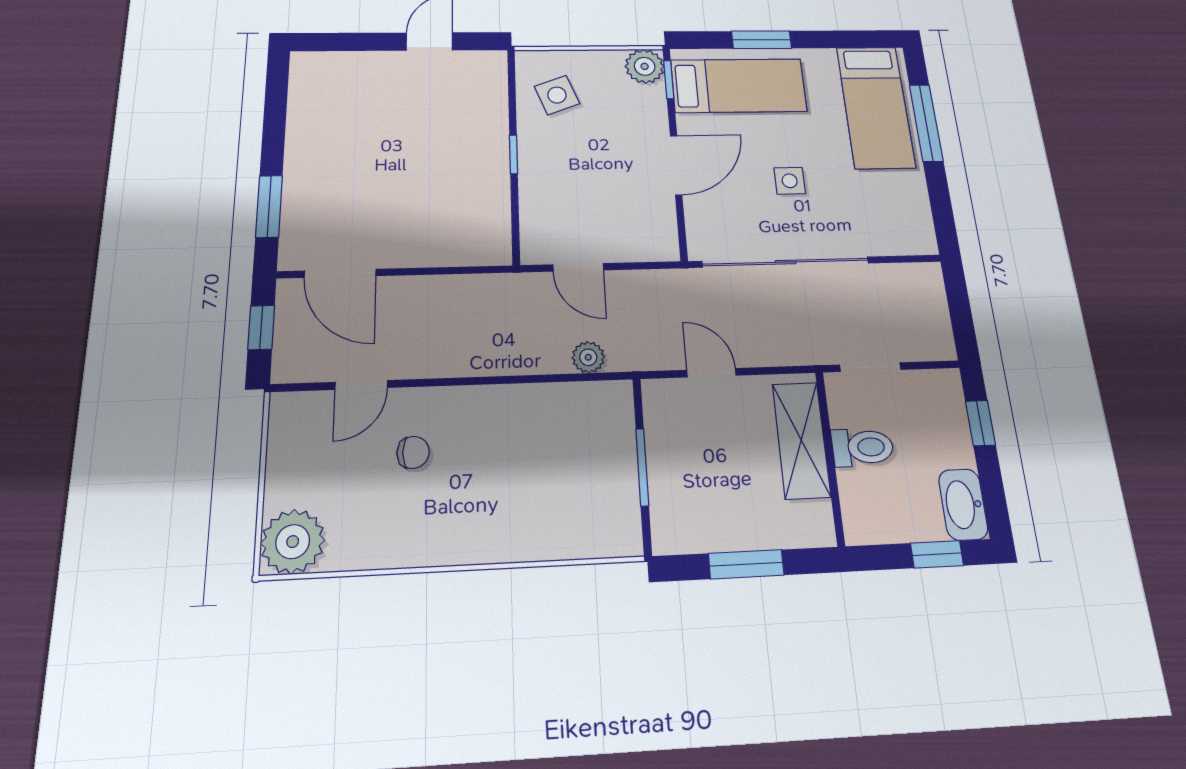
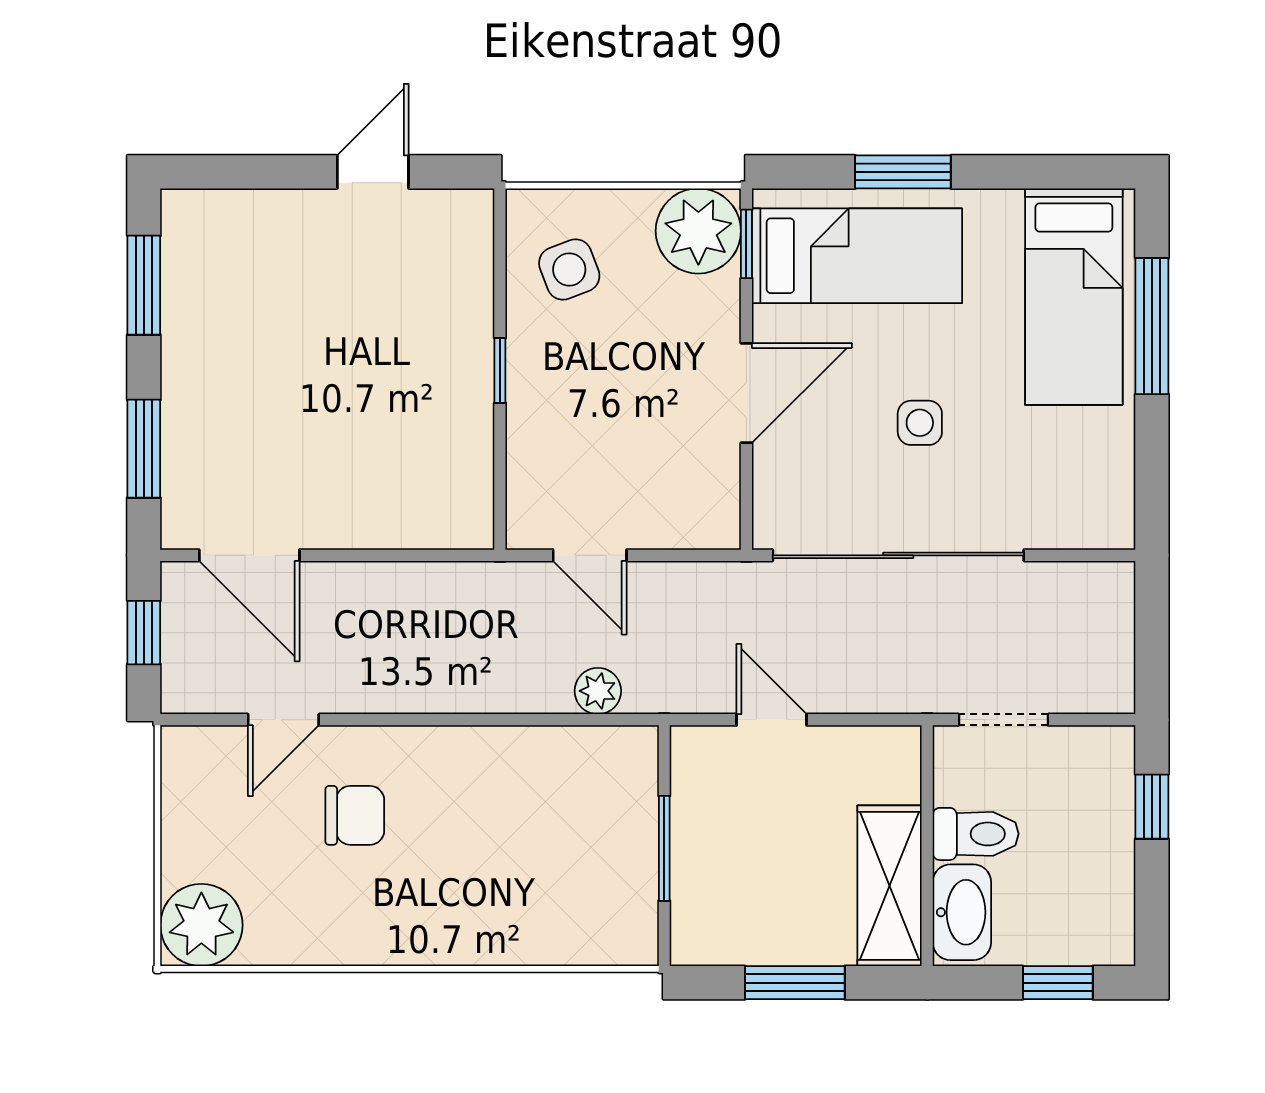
plant: (645, 66) -> (698, 231), width x1.36, depth x1.36
window: (276, 107) -> (144, 285), added
shelving: (801, 440) -> (890, 886), moved
chair: (413, 452) -> (355, 815), width x1.37, depth x1.37
washbasin: (963, 504) -> (962, 912), moved, turned 180

